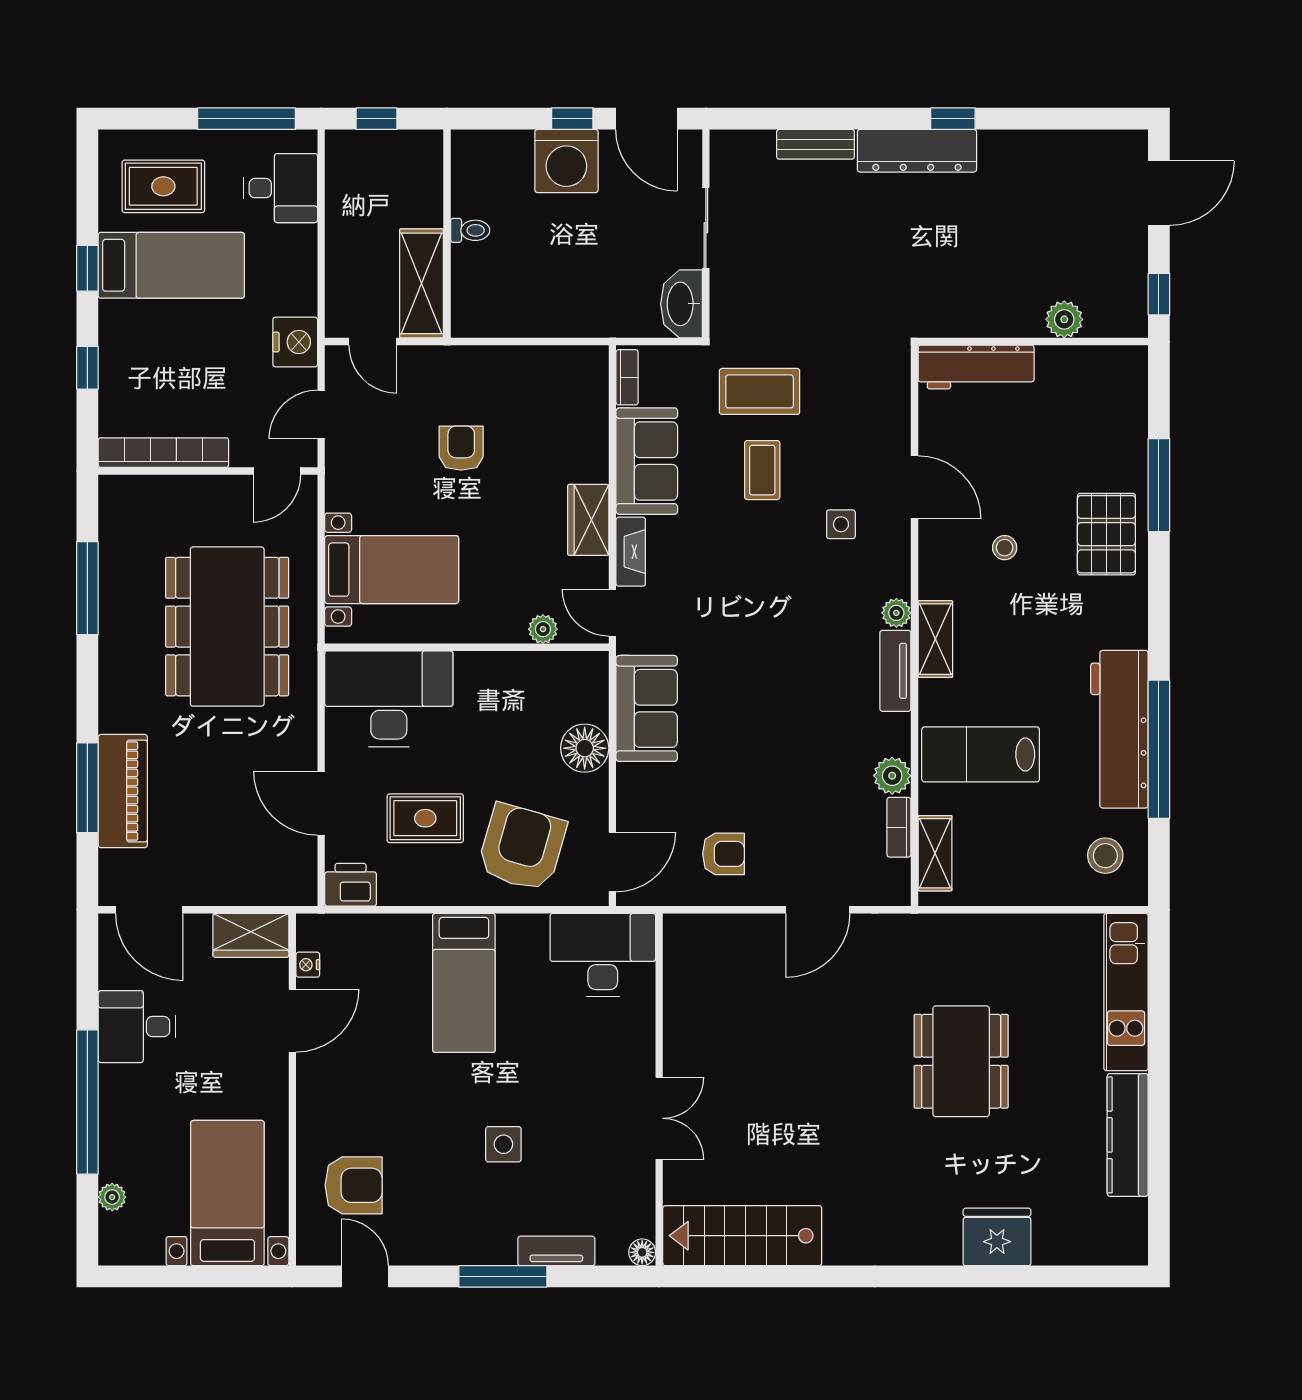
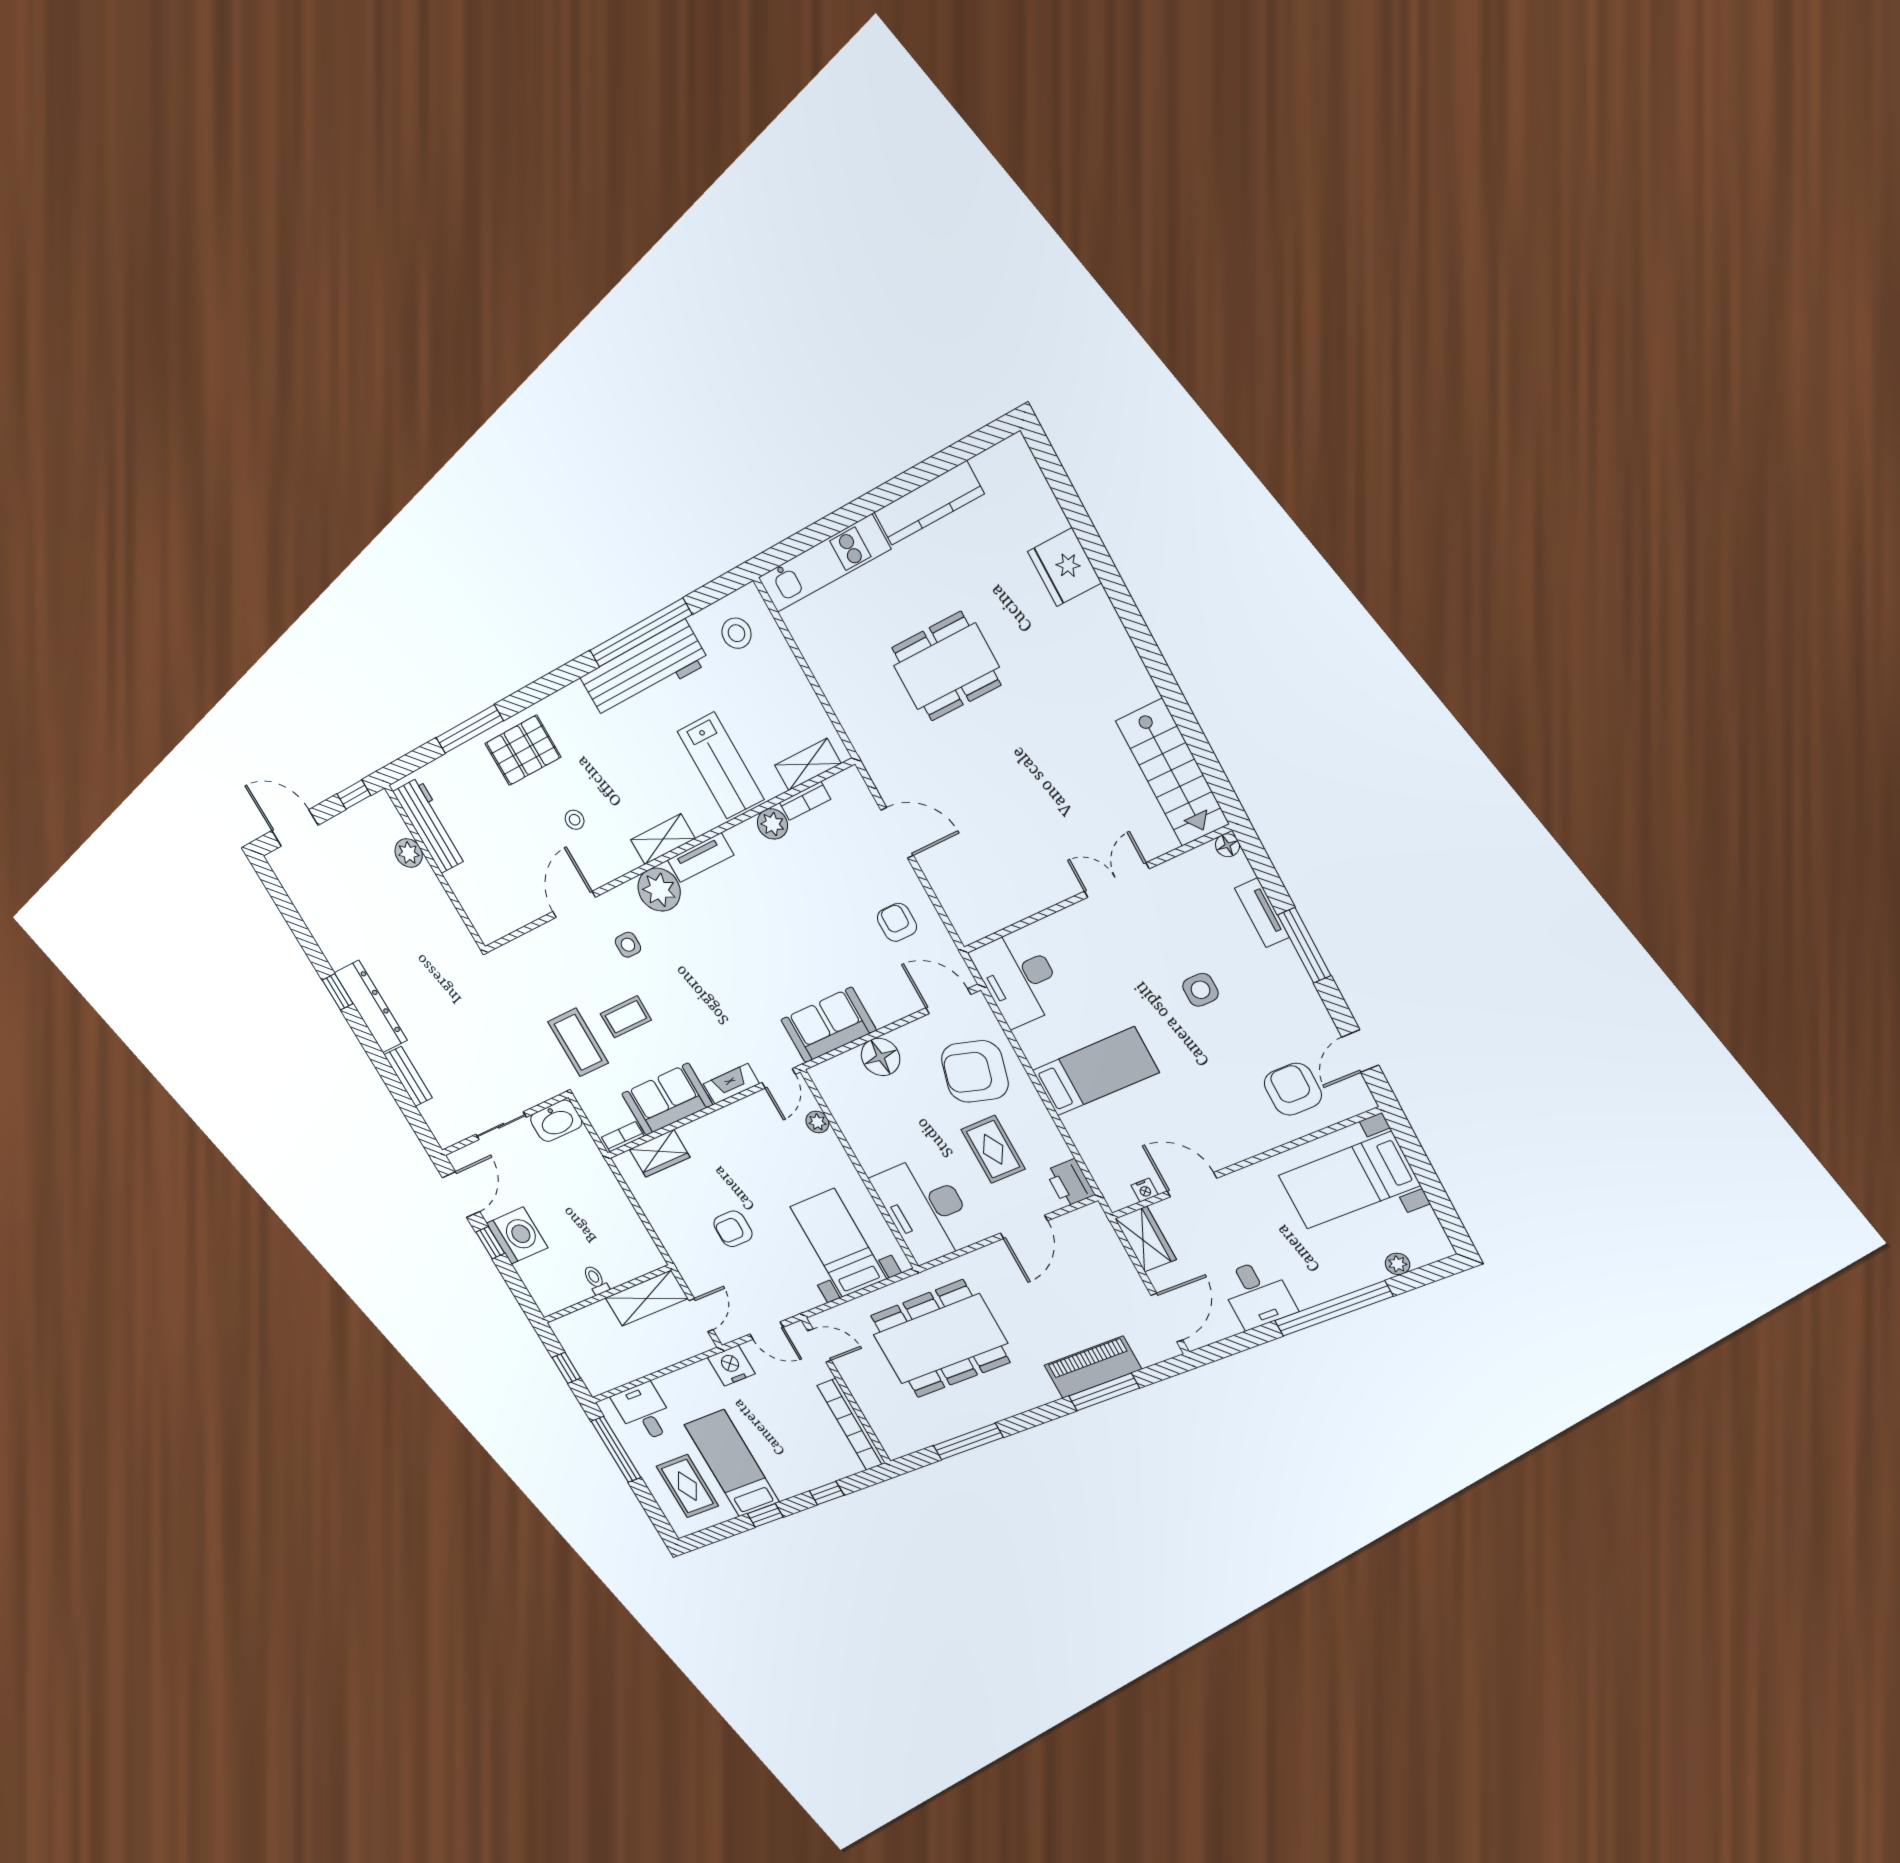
workbench: (976, 367) -> (430, 825), moved
wardrobe: (588, 520) -> (660, 1153), moved
plant: (896, 613) -> (659, 890), width x1.88, depth x1.88

